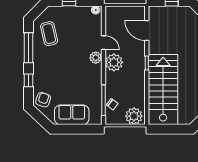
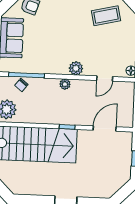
door: (103, 43) -> (105, 79), moved
plant: (114, 62) -> (65, 84), width x0.53, depth x0.53

